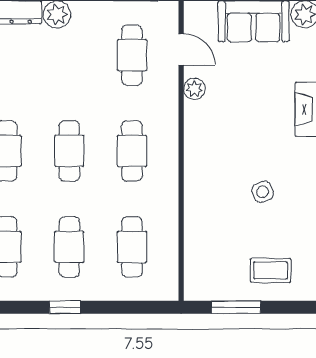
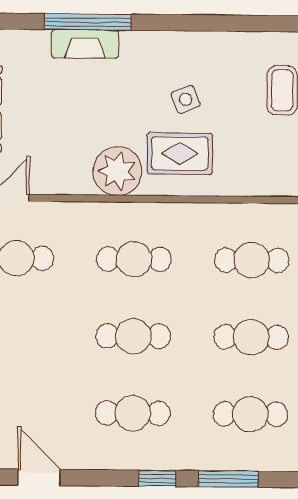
plant: (194, 89) -> (117, 171), moved, width x1.88, depth x1.88
rug: (218, 187) -> (180, 153), added

